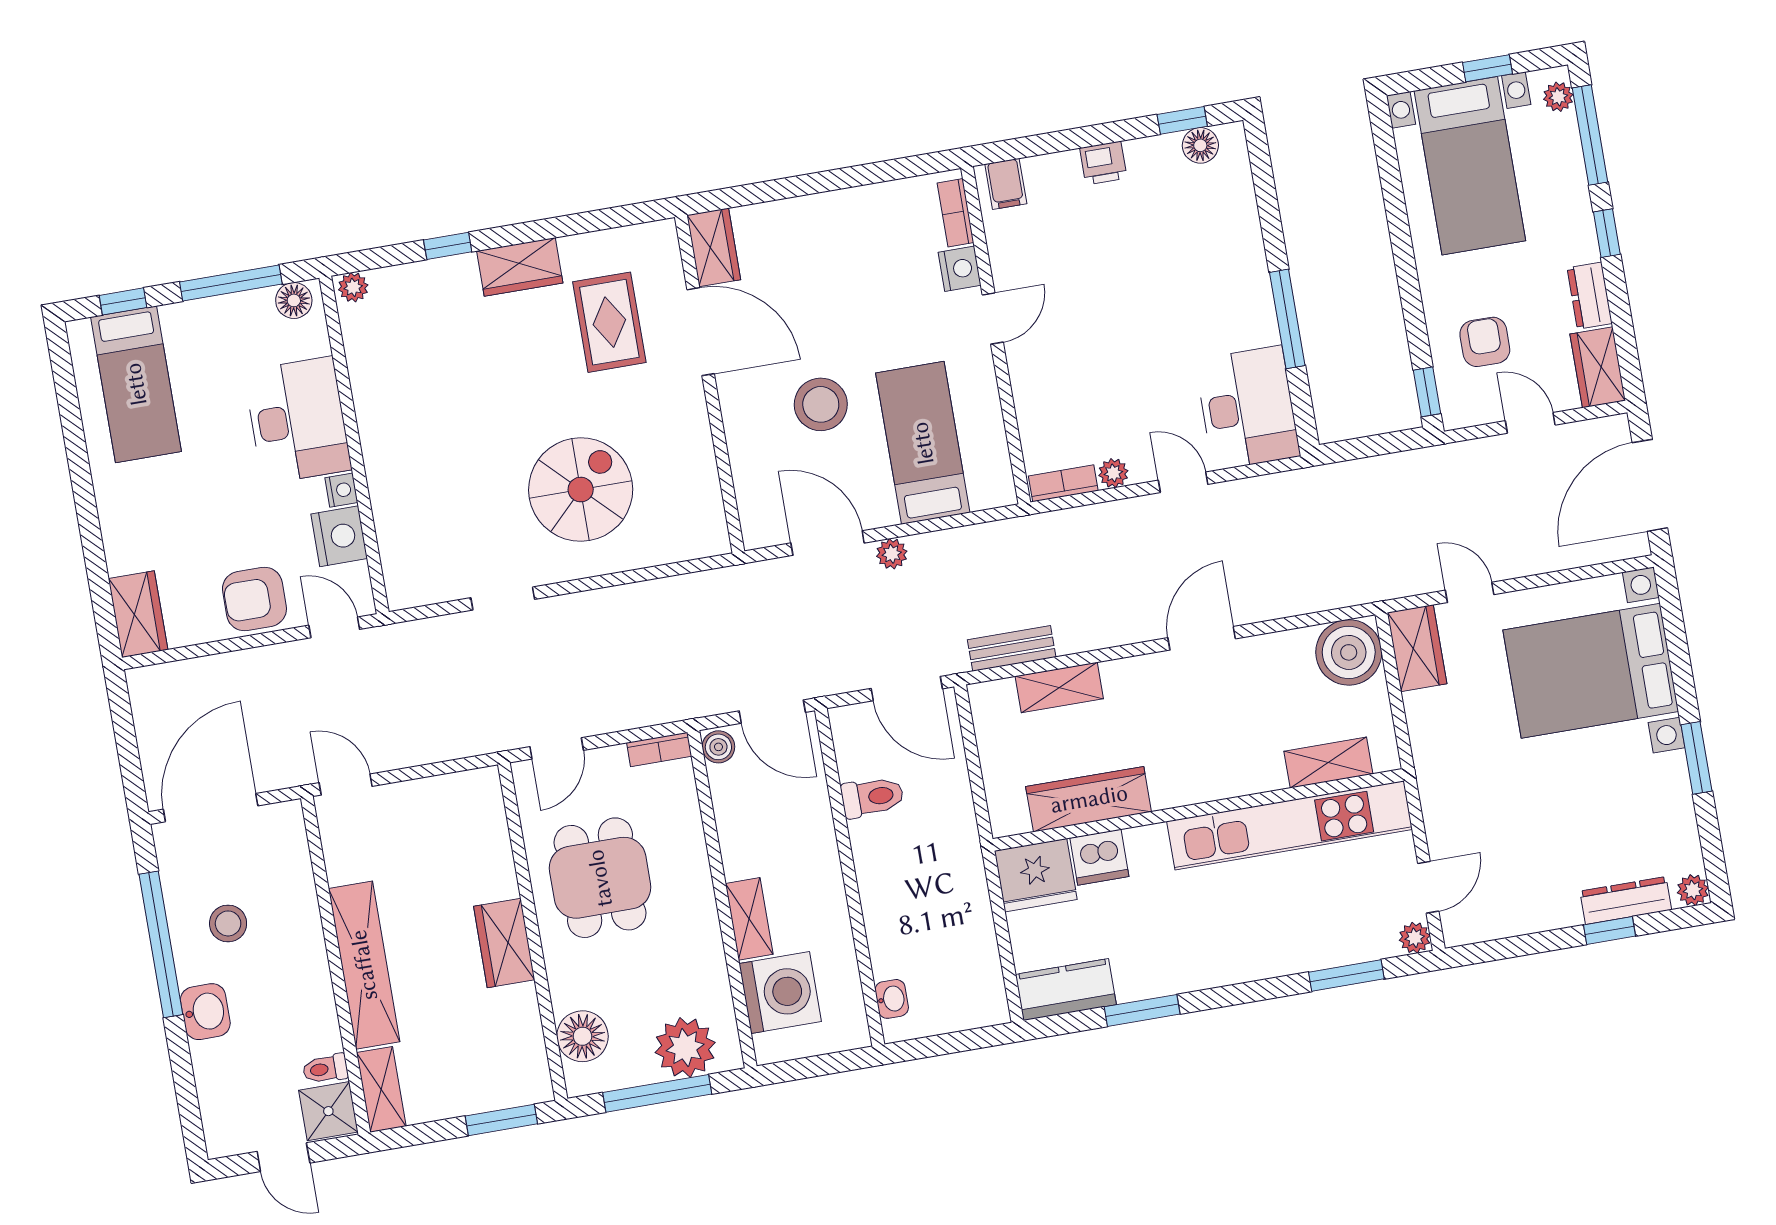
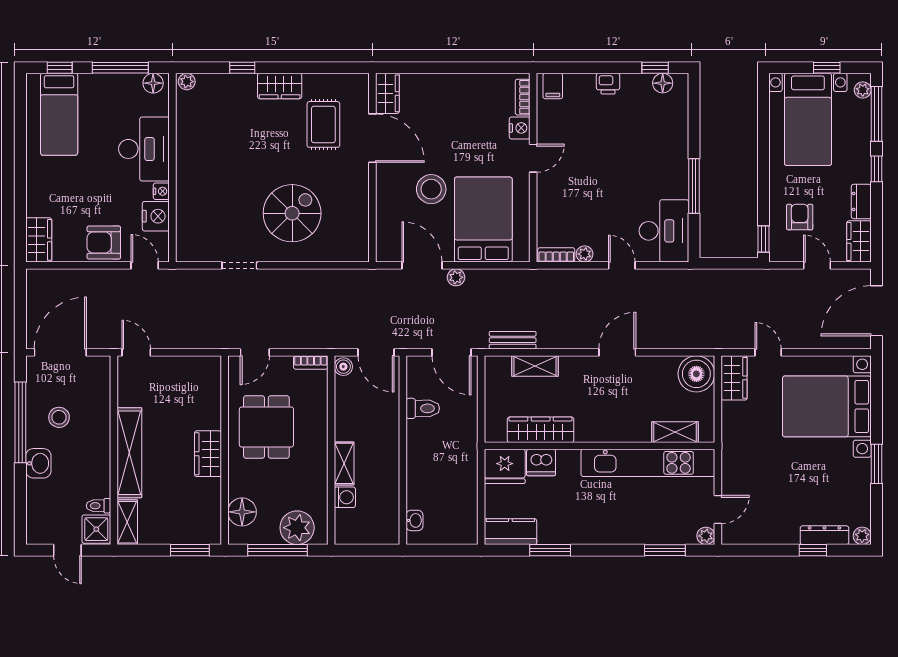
bed: (923, 443) -> (483, 220), width x1.50
washing machine: (780, 993) -> (345, 497), width x0.53, depth x0.53

